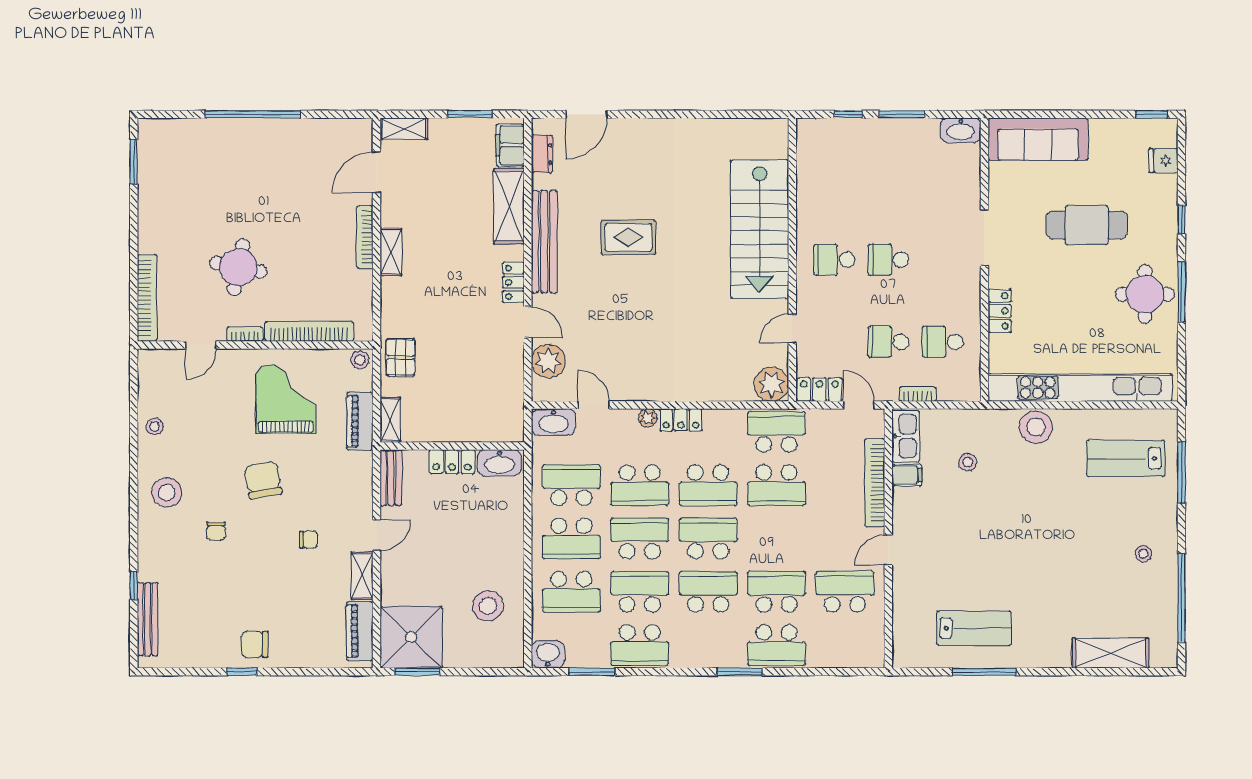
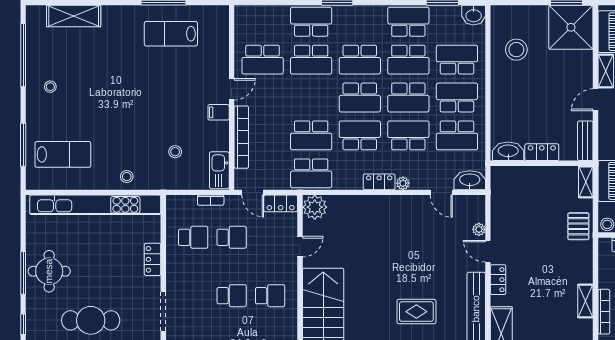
plant: (548, 361) -> (479, 229), width x0.53, depth x0.53
stool: (1036, 427) -> (127, 177), width x0.53, depth x0.53
filing cabinet: (907, 475) -> (219, 112), moved
school desk: (776, 485) -> (311, 135), turned 180

